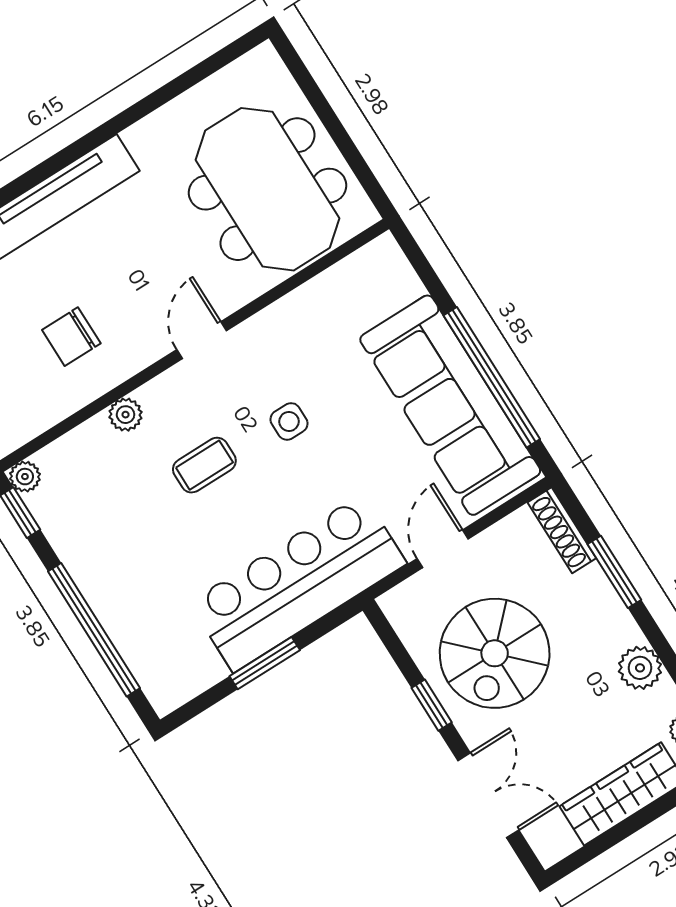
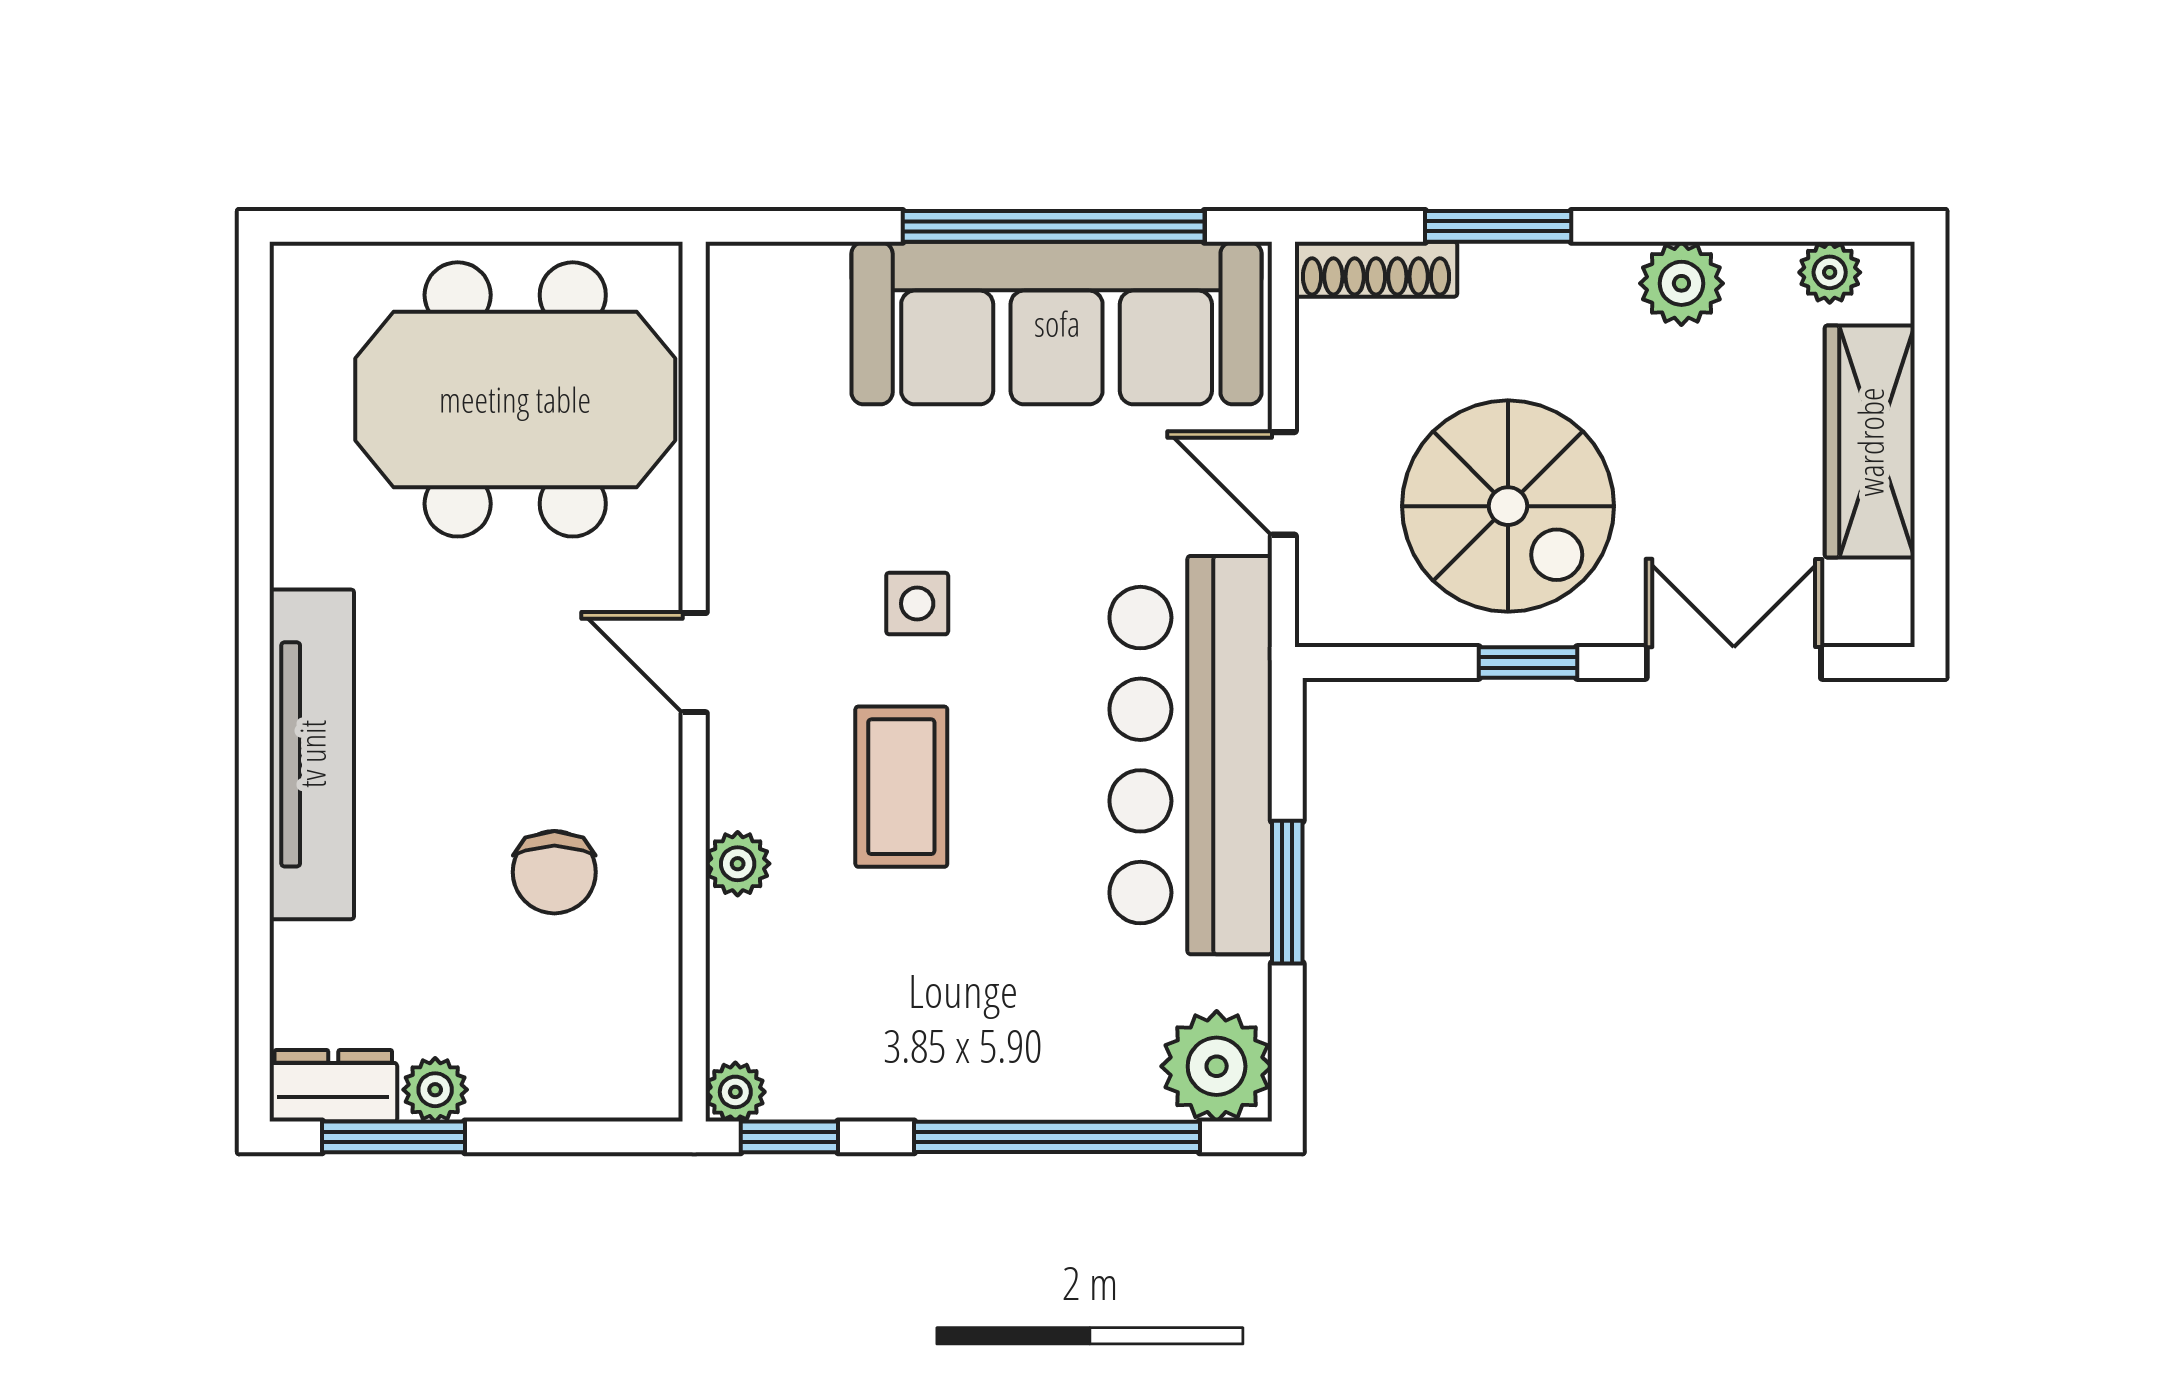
coffee table: (204, 465) -> (901, 787), width x1.36, depth x1.30
plant: (169, 680) -> (1217, 1066), added

